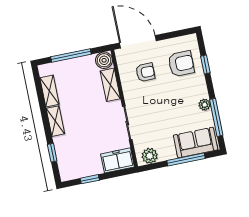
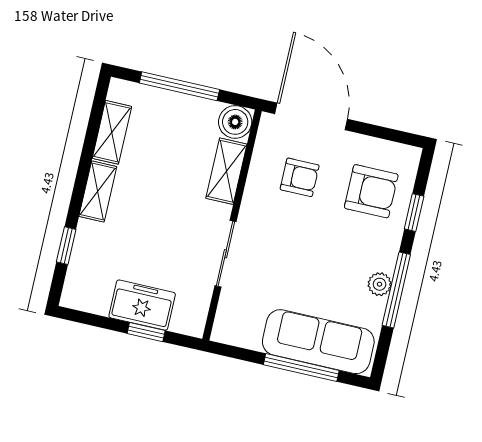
window: (216, 117) -> (396, 290), moved
sofa: (196, 142) -> (318, 342), width x1.36
plant: (150, 156) -> (239, 331), removed
freezer: (118, 160) -> (142, 305), moved
window: (90, 179) -> (146, 332), moved

